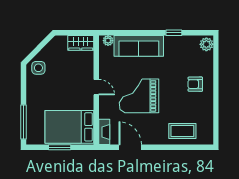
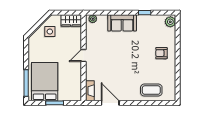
sofa: (139, 46) -> (122, 23), width x0.73
side table: (38, 68) -> (50, 32), moved
door: (96, 87) -> (83, 55), swing flipped
grand piano: (139, 96) -> (117, 62), removed
bed: (69, 127) -> (45, 82), moved, turned 90

